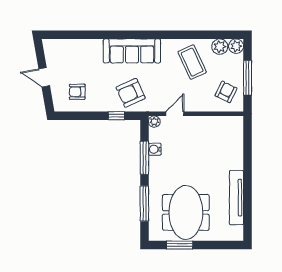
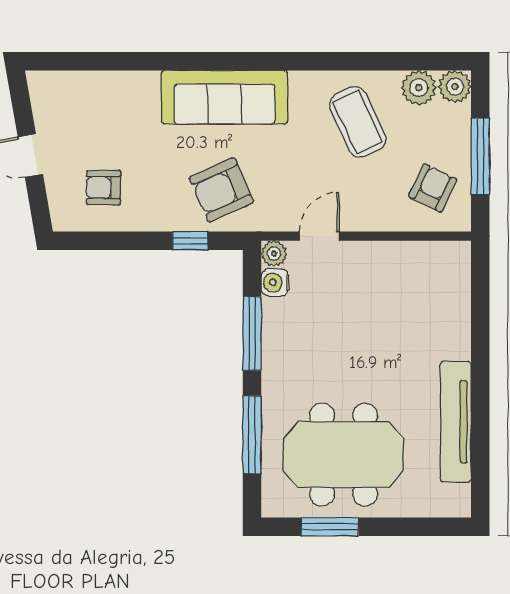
water cooler: (155, 149) -> (275, 282), moved
meeting table: (186, 212) -> (344, 455), turned 90

